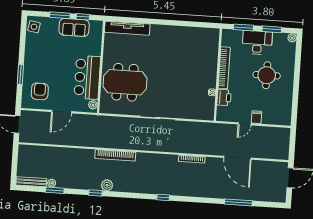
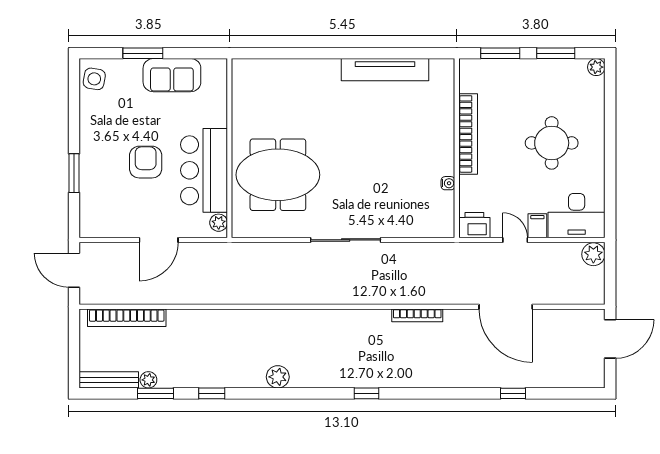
window: (83, 17) -> (188, 53), removed
tv unit: (127, 28) -> (385, 70), moved
desk: (257, 43) -> (577, 216), moved, turned 180
armchair: (40, 91) -> (146, 162), moved
printer: (224, 97) -> (474, 225), moved, turned -90
door: (245, 124) -> (515, 240), swing flipped
plant: (284, 134) -> (593, 254), added
bookcase: (115, 155) -> (127, 318), moved
plant: (107, 185) -> (278, 377), moved
window: (95, 193) -> (212, 393), moved
window: (238, 202) -> (513, 393), width x0.46

